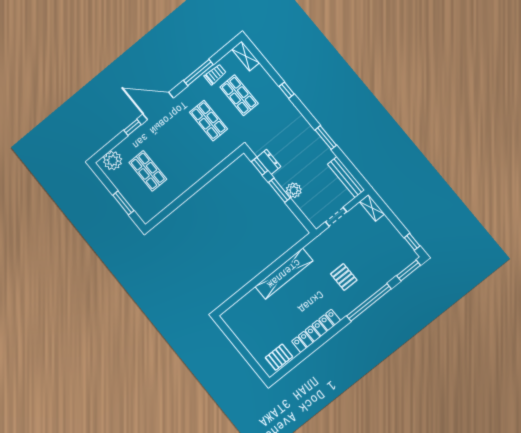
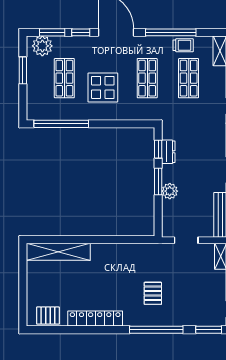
window: (198, 73) -> (171, 32), width x1.46
window: (112, 145) -> (52, 32), added
display table: (181, 154) -> (103, 87), added
window: (123, 203) -> (23, 70), moved
window: (173, 206) -> (61, 124), added
shelving: (284, 274) -> (58, 252), moved

